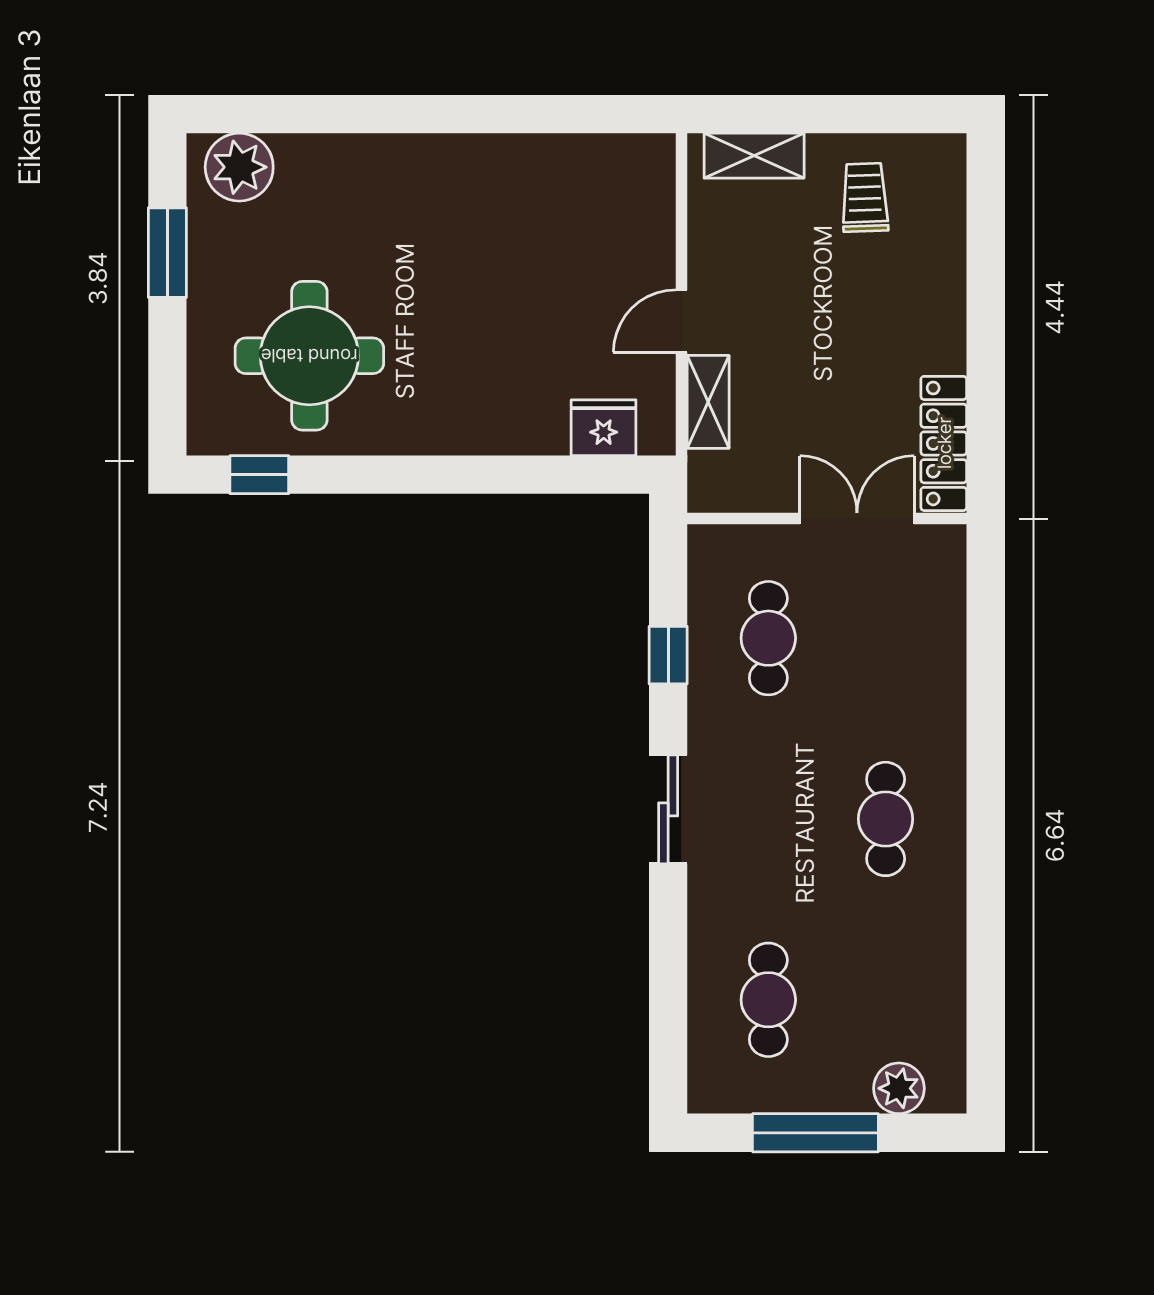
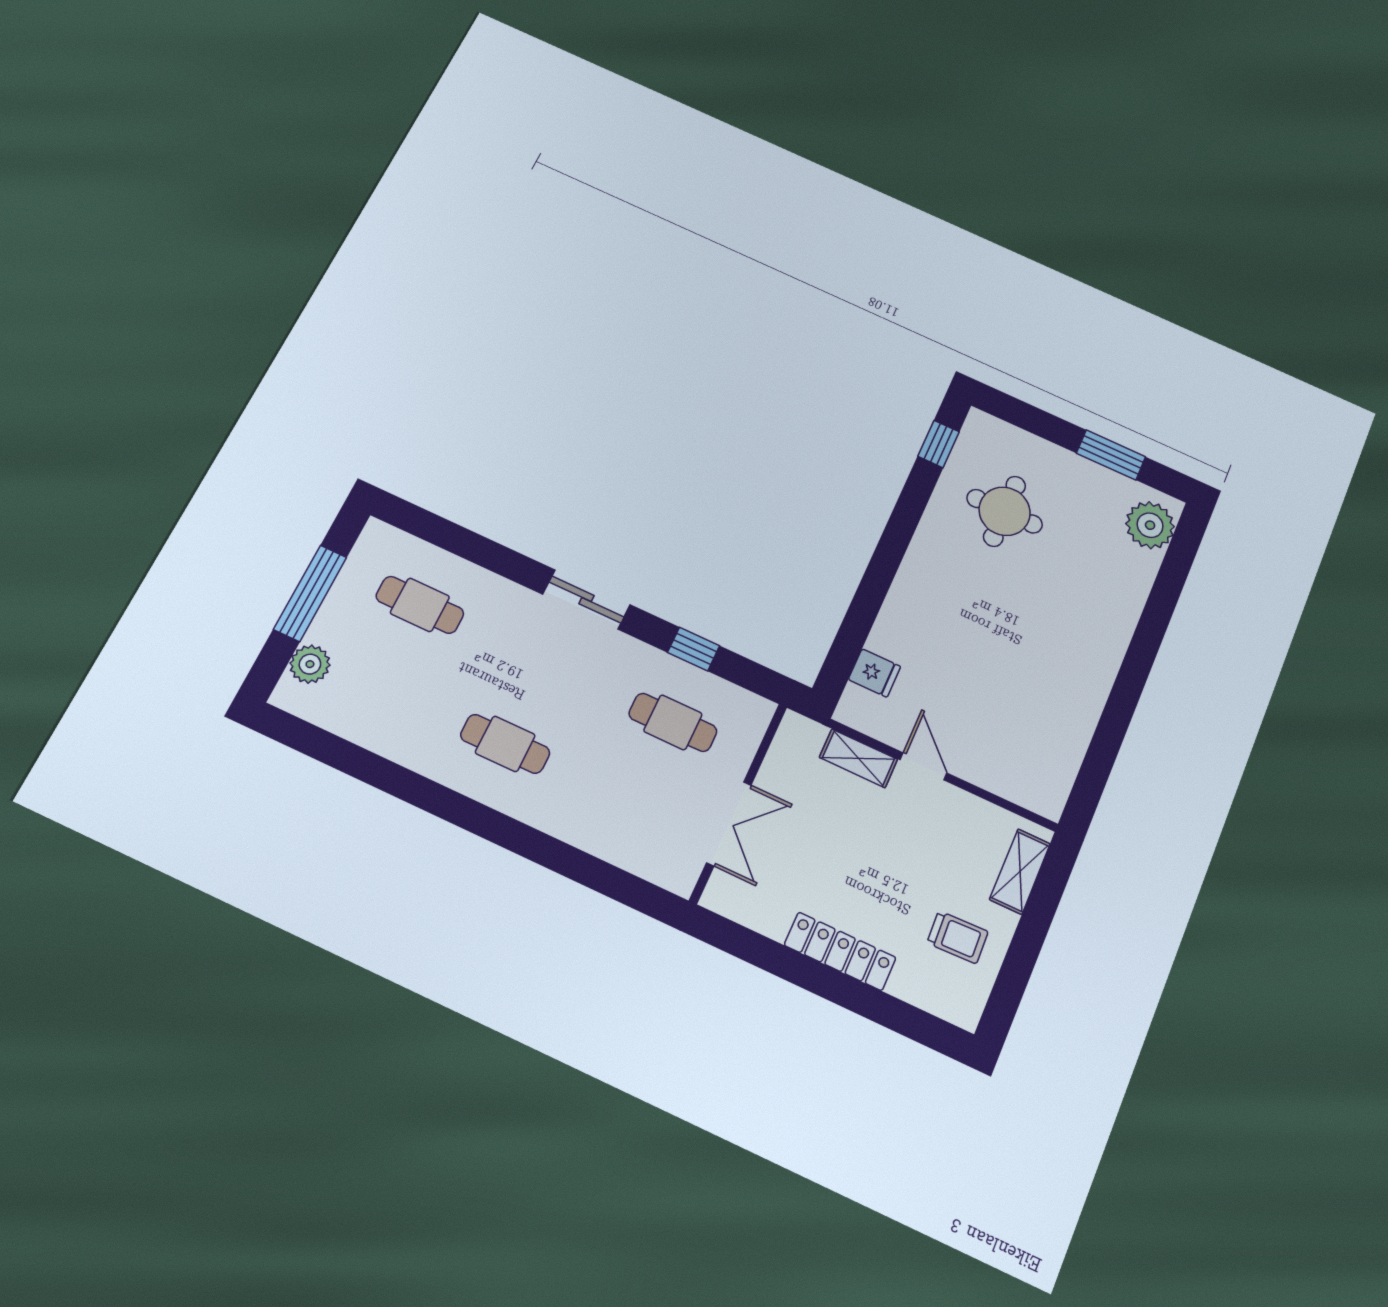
round table: (309, 356) -> (1005, 511), width x0.73, depth x0.73
fridge: (604, 428) -> (874, 673), width x0.72
locker: (944, 443) -> (840, 951), moved

